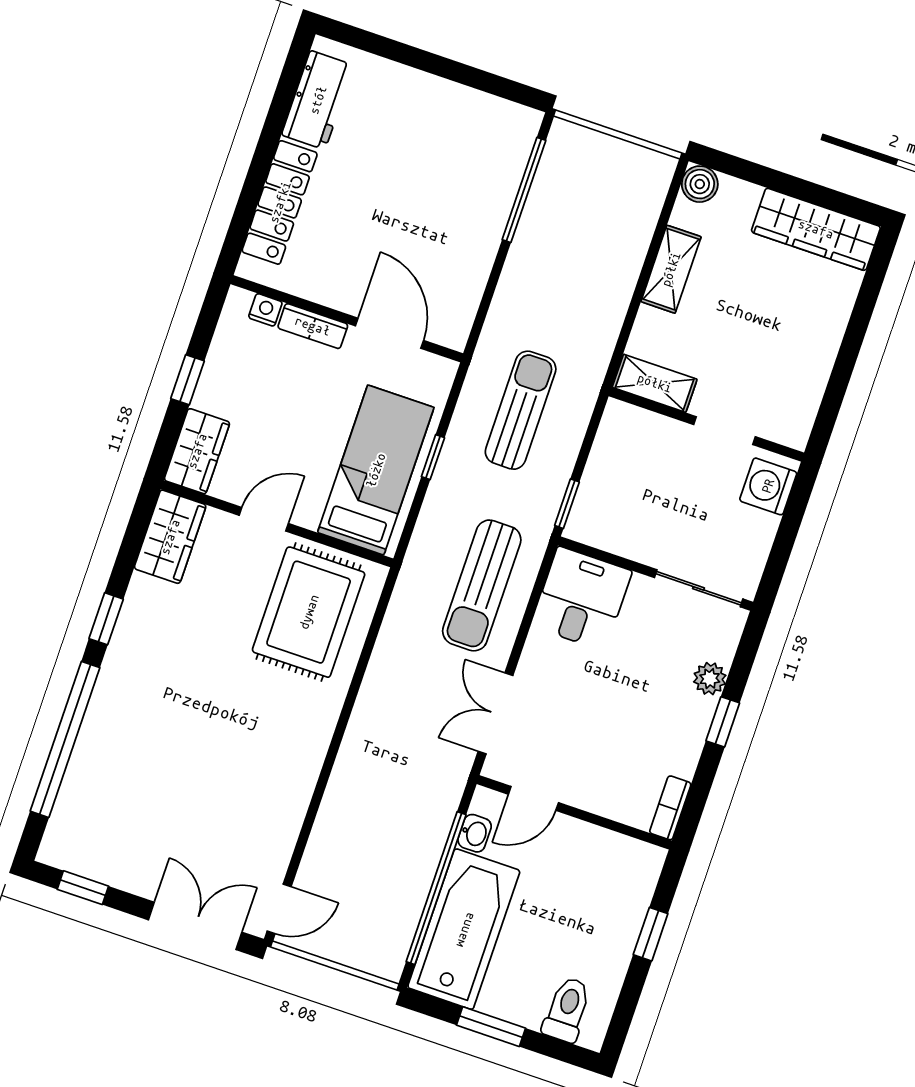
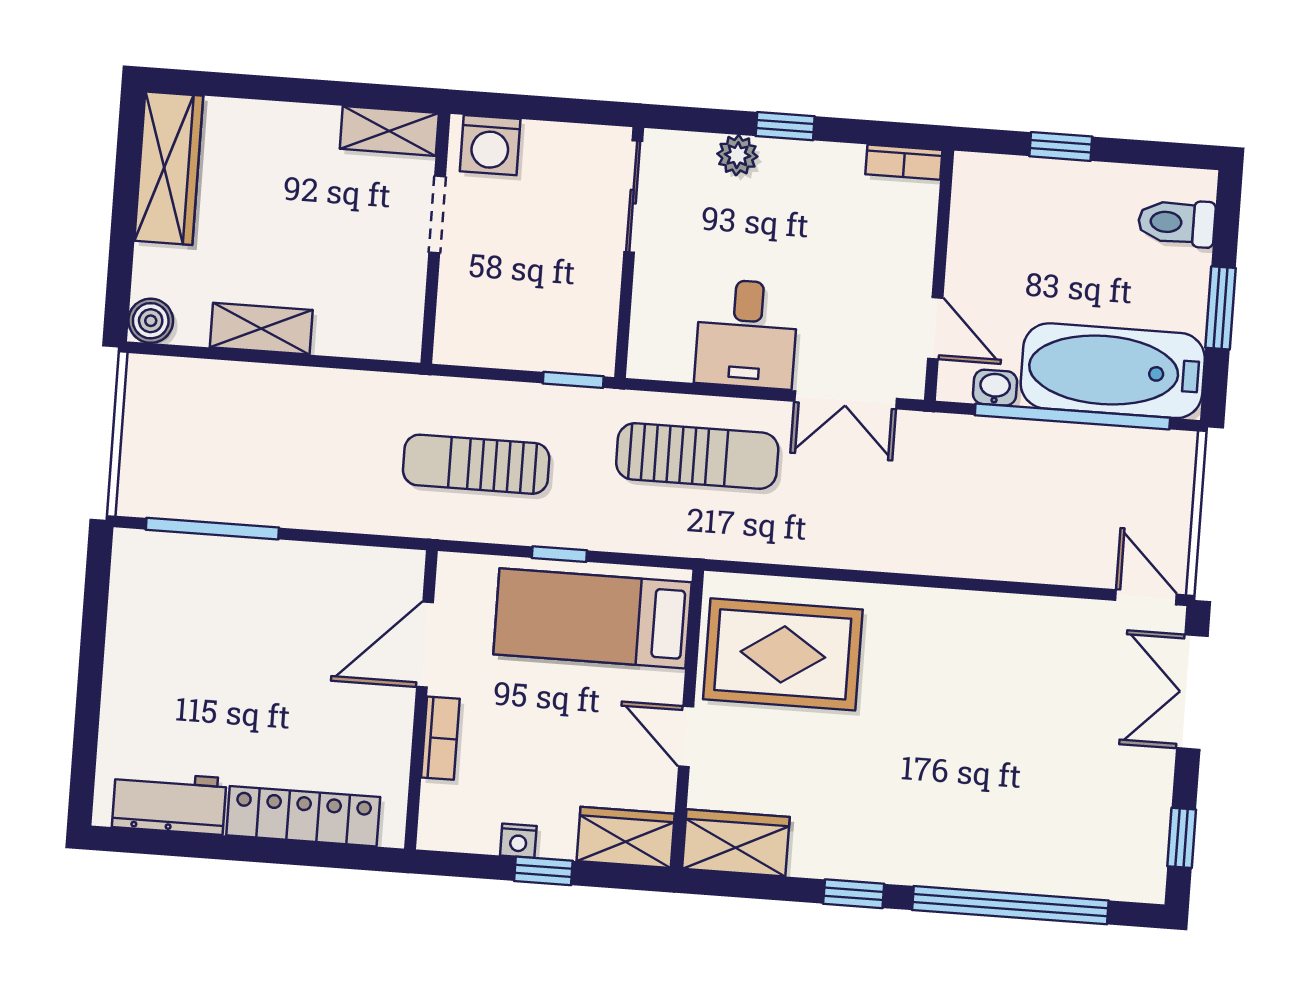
nightstand: (265, 310) -> (518, 841), moved, turned -90
shelving: (655, 383) -> (389, 131), moved, turned 90
desk: (582, 599) -> (747, 334), moved, turned -90

